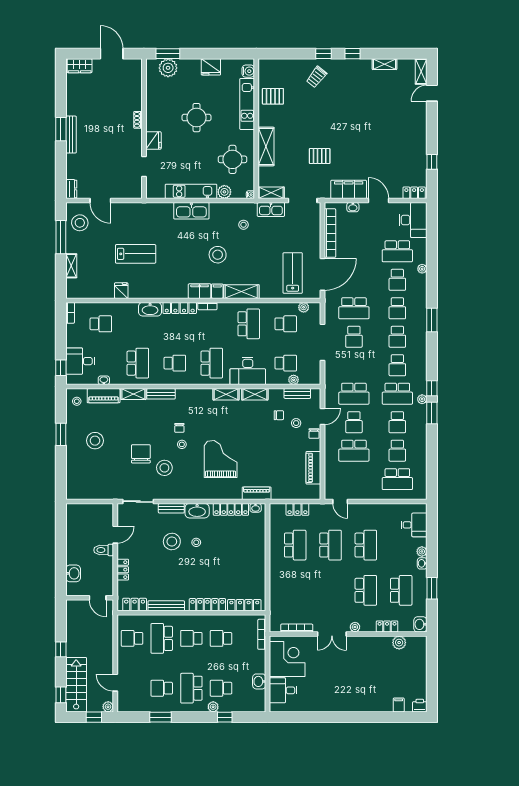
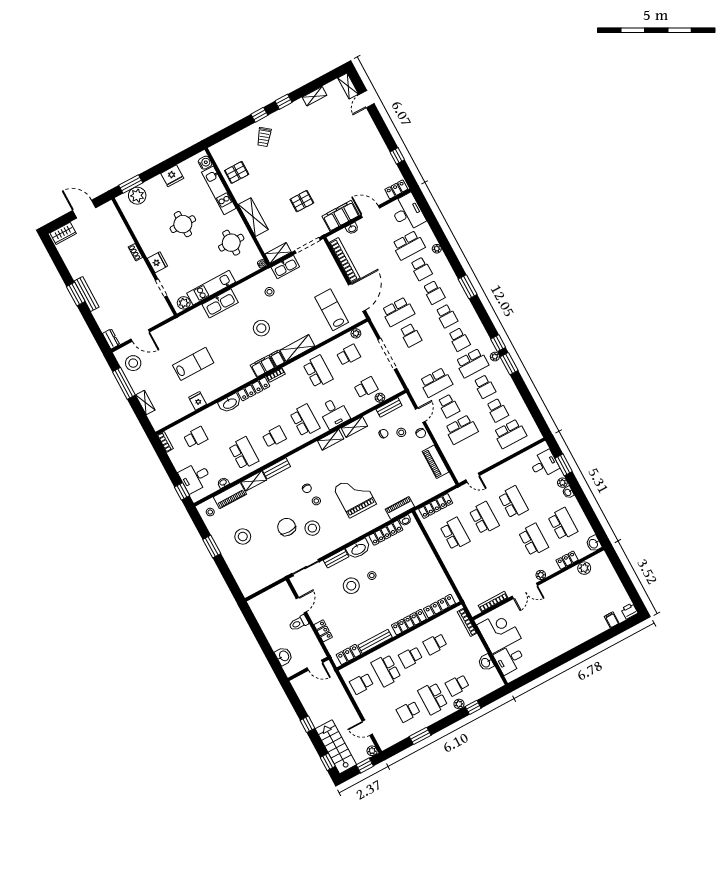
plant: (224, 192) -> (184, 303), moved
desk: (248, 371) -> (334, 413), width x0.73
locker: (297, 509) -> (436, 506), width x1.53
window: (432, 588) -> (564, 465), moved

